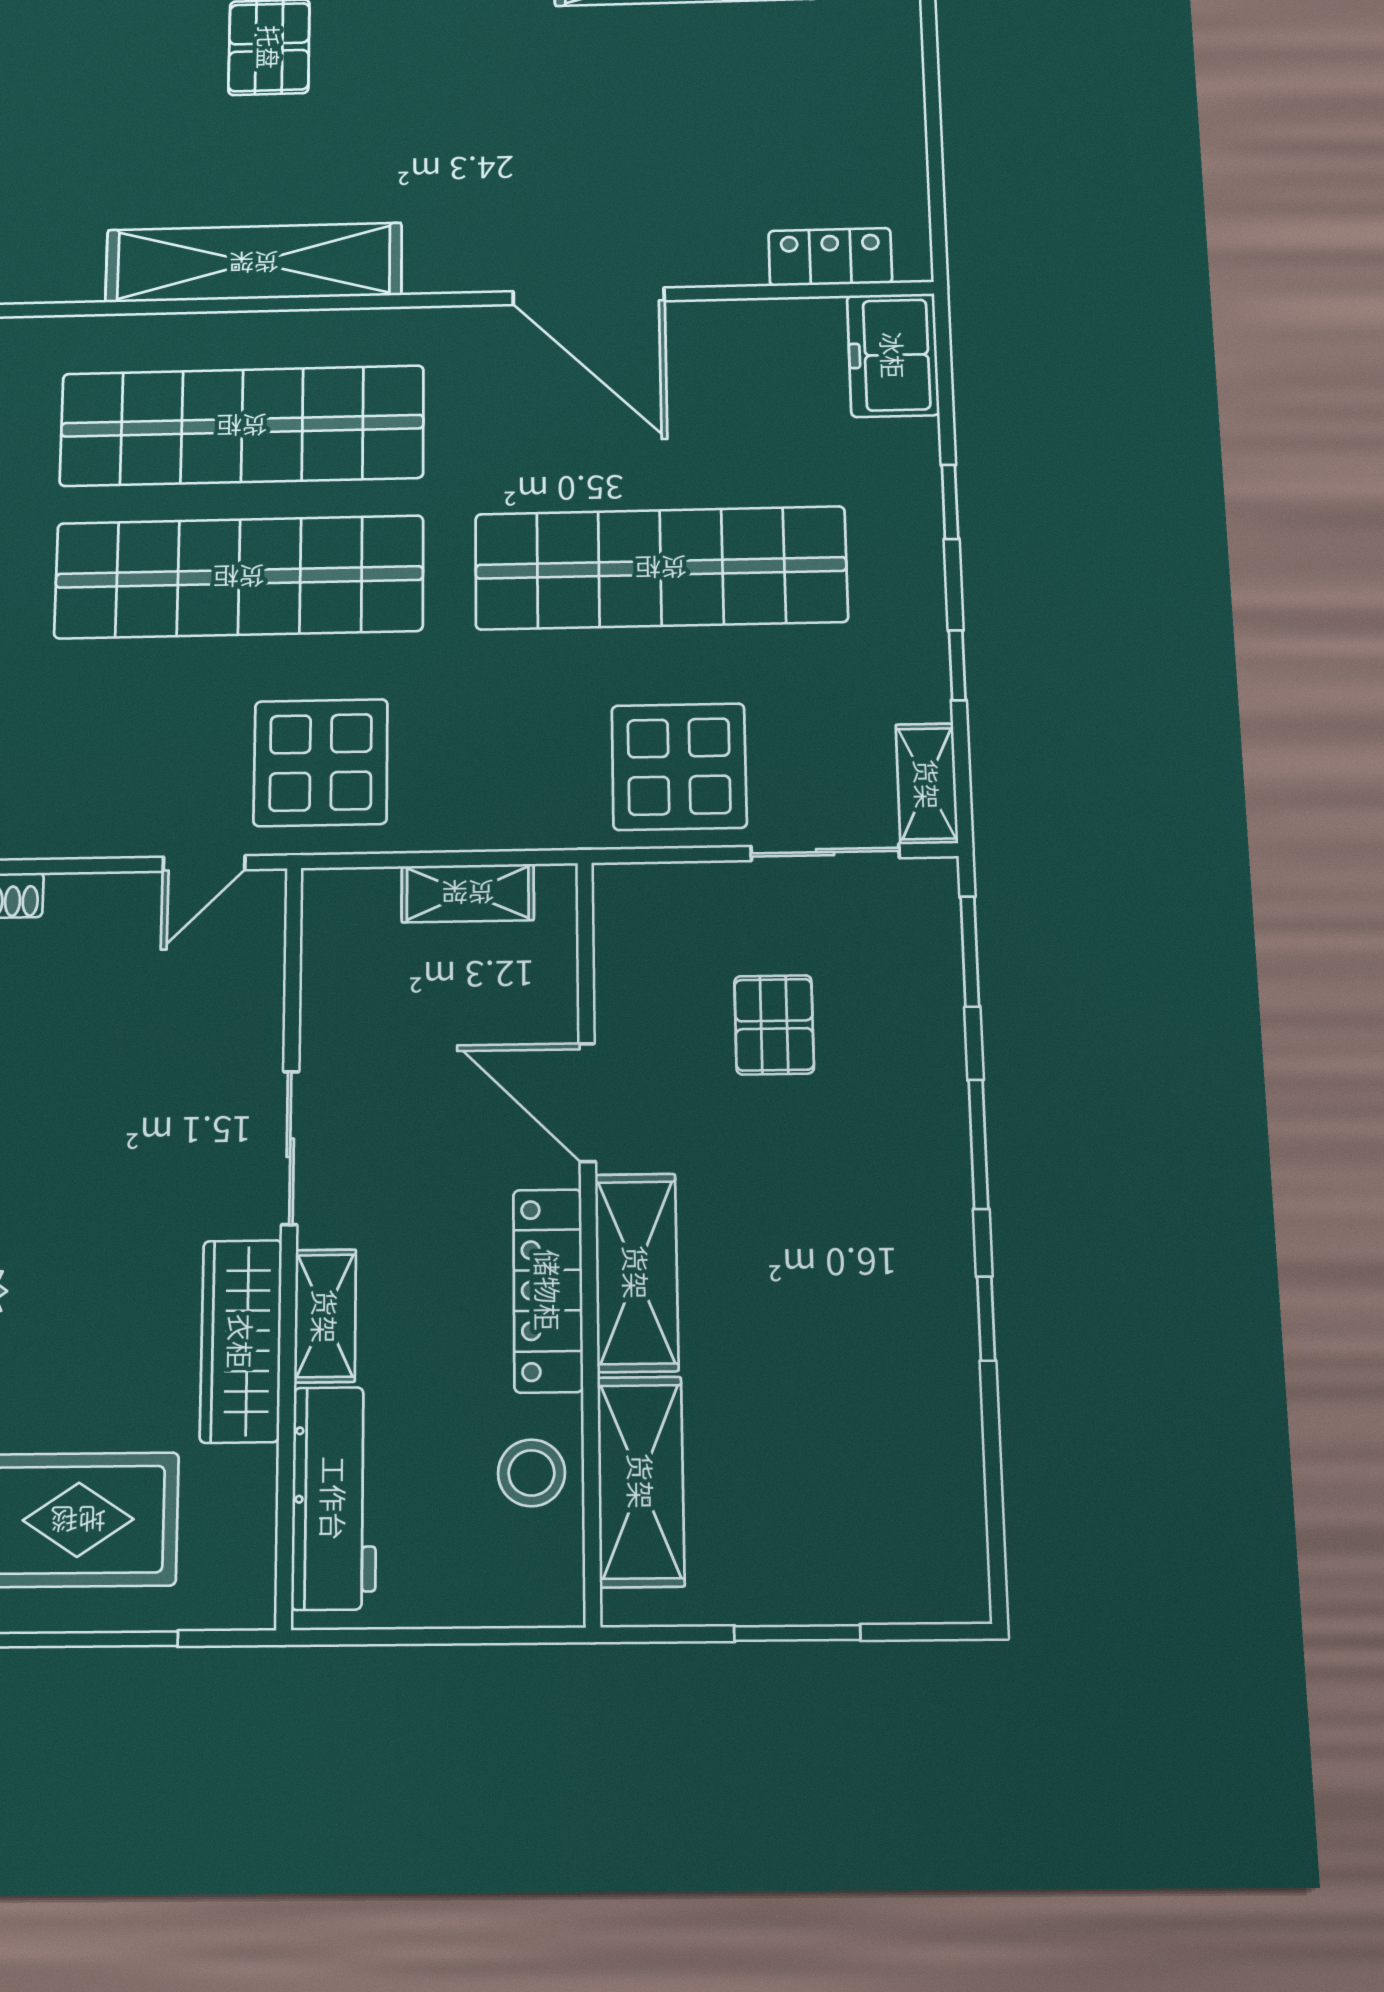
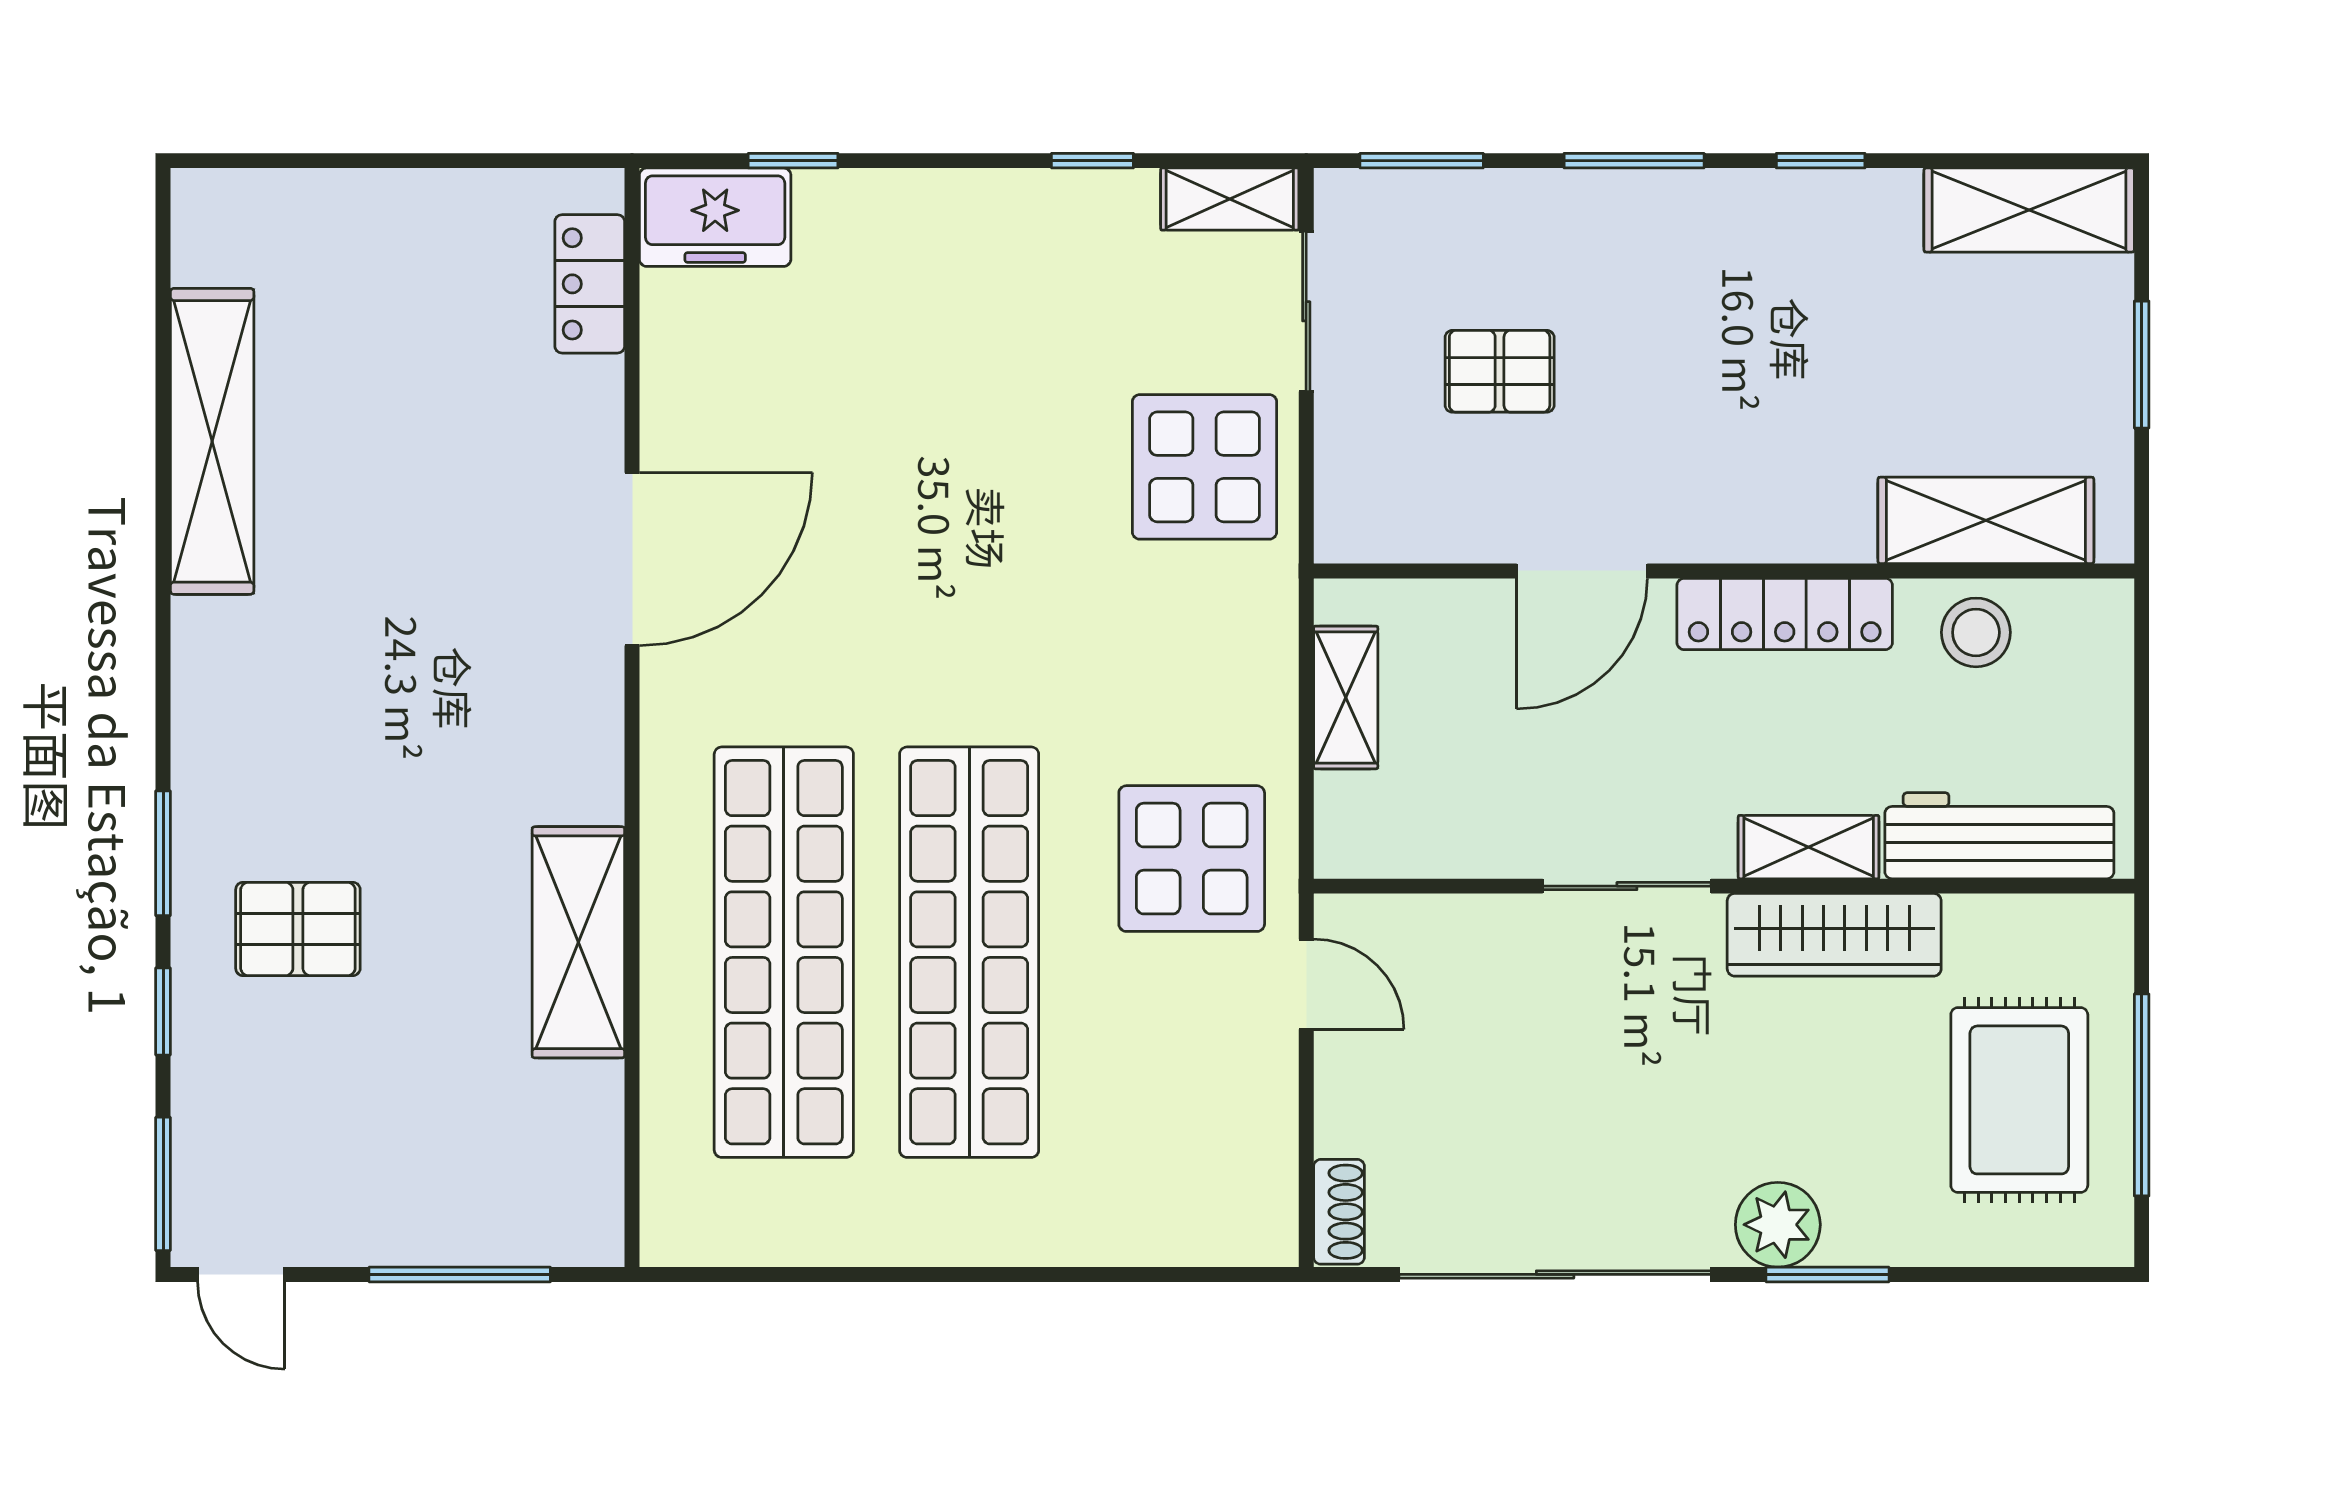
shelving: (254, 263) -> (578, 942), width x0.68
window: (950, 502) -> (793, 161), moved
shop shelf: (661, 568) -> (969, 483), removed
shelving: (636, 1272) -> (2029, 210), moved

